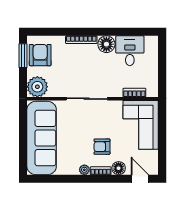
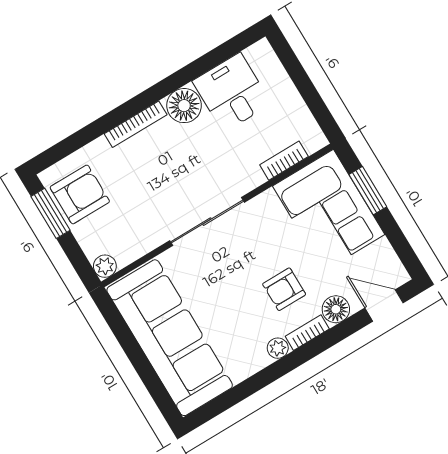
armchair: (40, 55) -> (80, 194), turned 90
plant: (37, 87) -> (105, 266), width x0.53, depth x0.53
window: (162, 126) -> (368, 191), added

